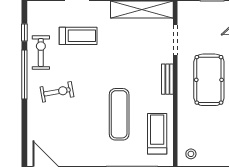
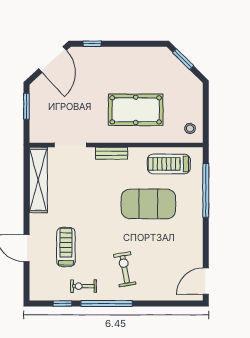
exercise bike: (41, 53) -> (83, 286), width x0.73, depth x0.72
pool table: (209, 80) -> (136, 110), moved
exercise mat: (119, 114) -> (148, 204), width x1.47

